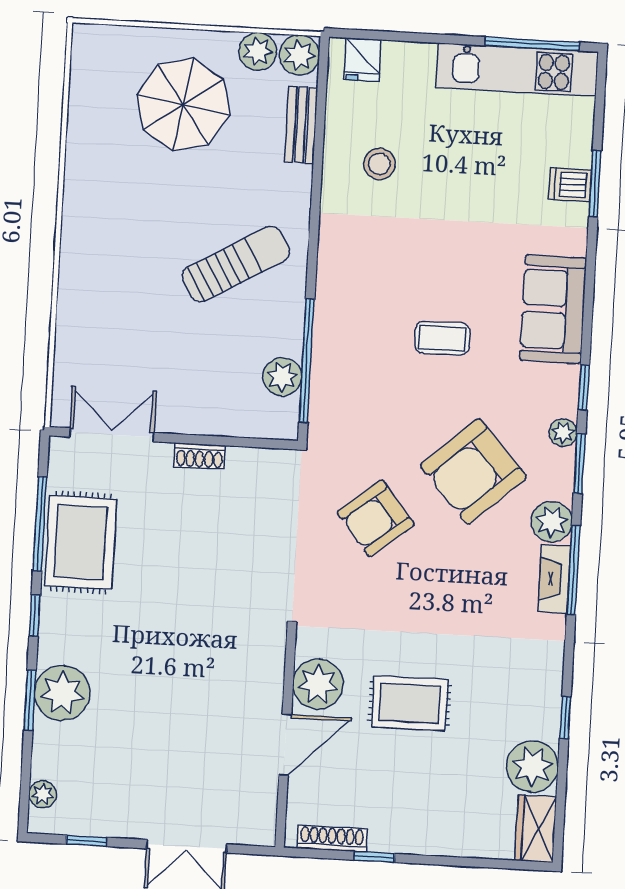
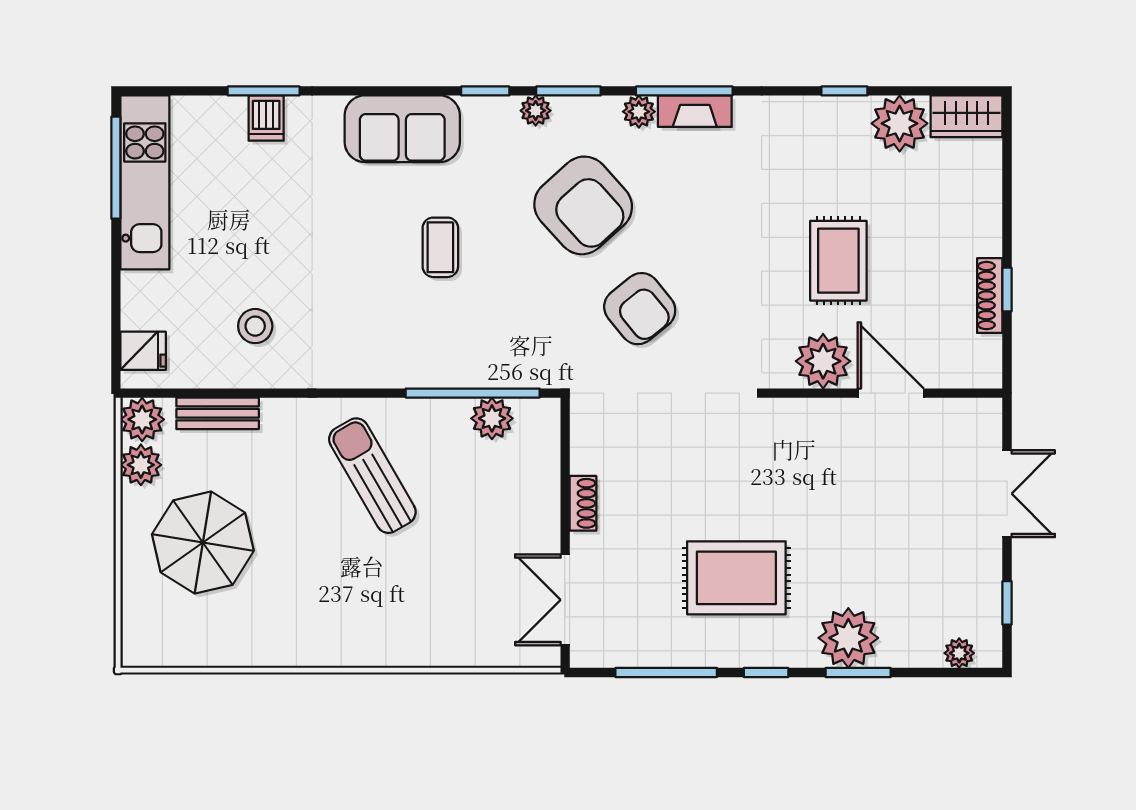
plant: (552, 522) -> (639, 112), width x0.73, depth x0.73
rug: (81, 542) -> (736, 578), moved
shoe rack: (332, 839) -> (990, 296), moved

